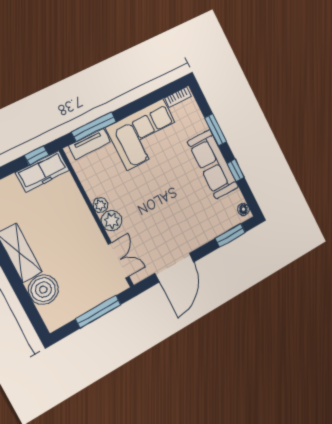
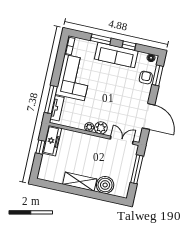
window: (36, 155) -> (40, 147), moved
armchair: (216, 223) -> (146, 78), added

